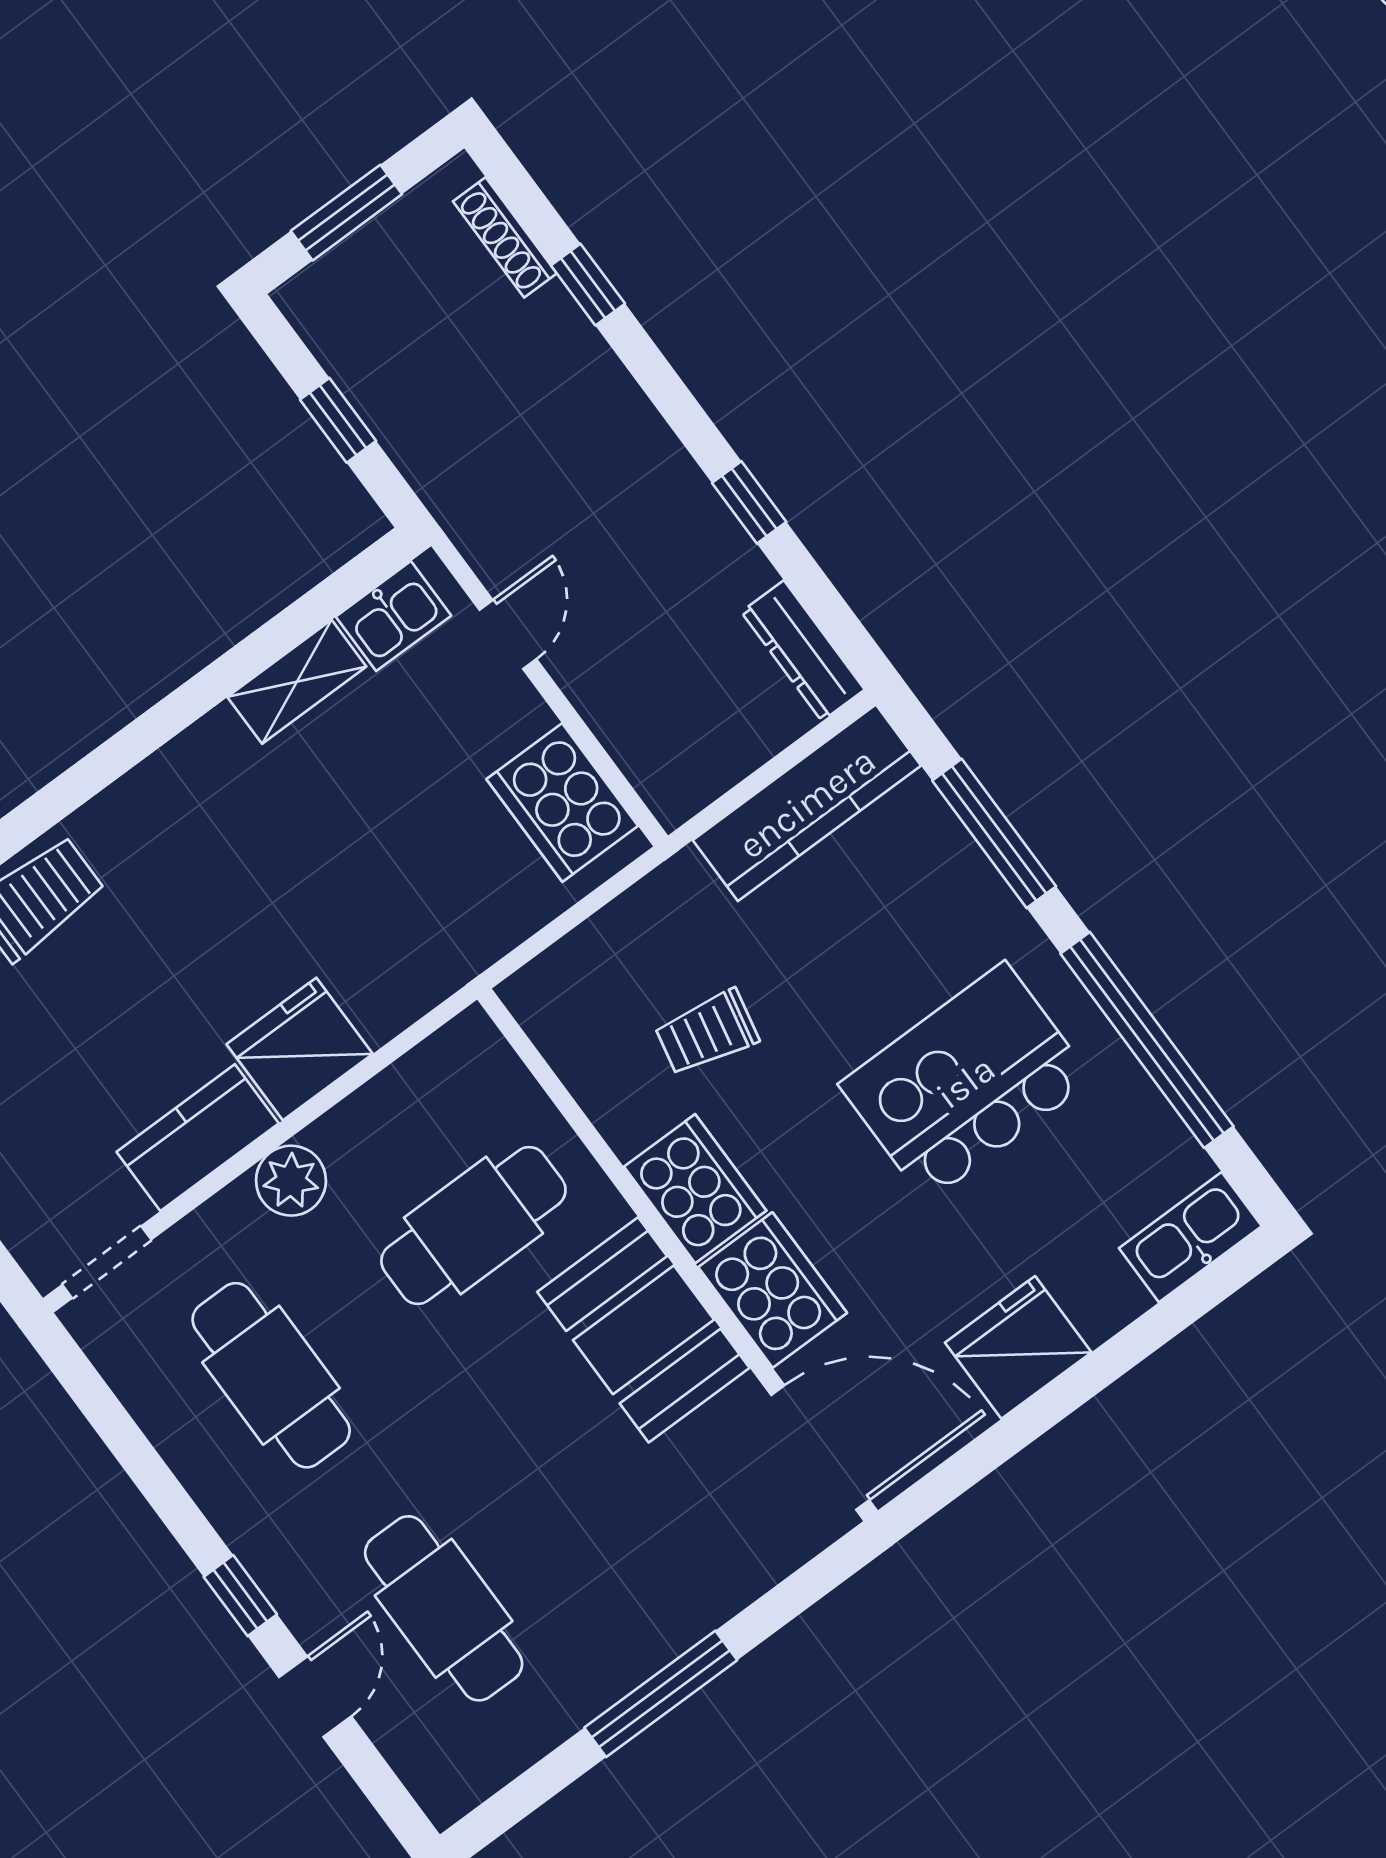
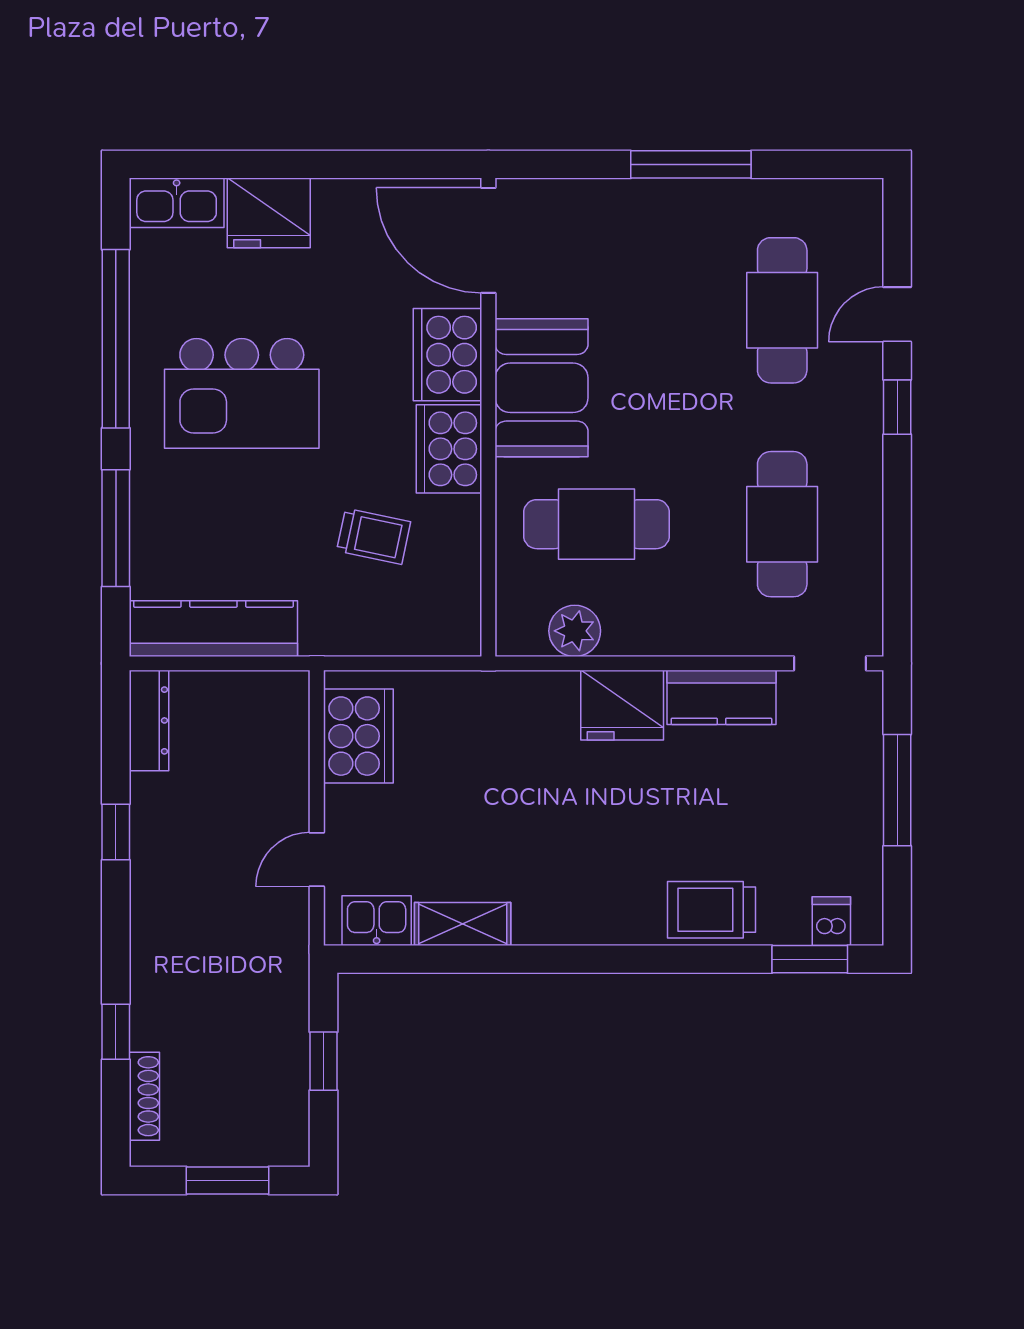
plant: (291, 1181) -> (575, 631), moved
fridge: (1018, 1347) -> (269, 213), moved

